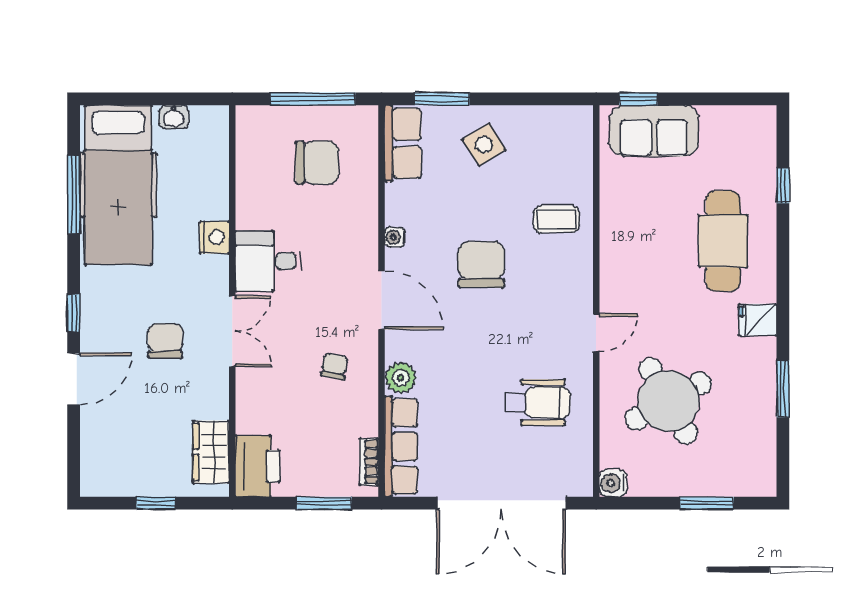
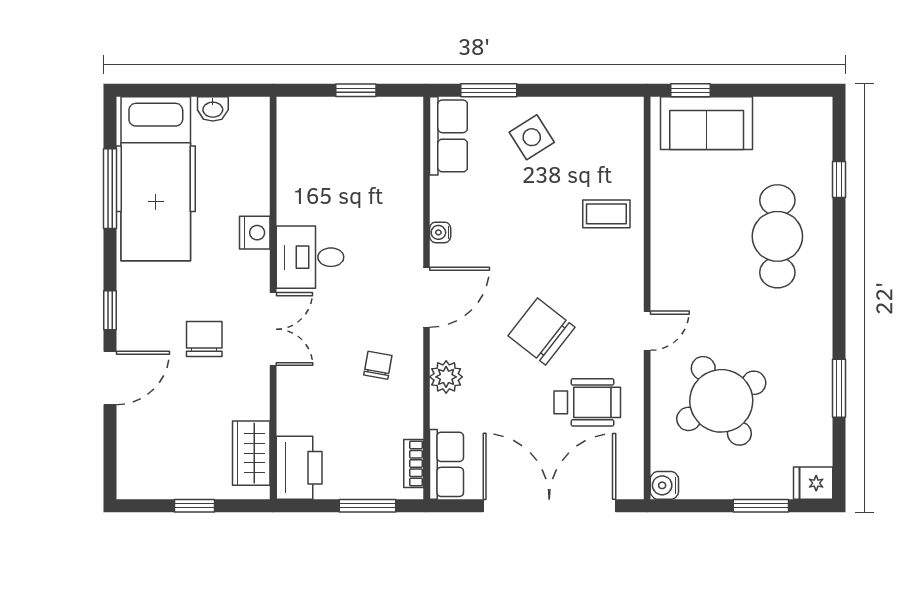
window: (313, 99) -> (356, 90), width x0.46
chair: (317, 163) -> (360, 156), removed
chair: (481, 265) -> (541, 331), moved, turned -52
door: (382, 300) -> (427, 297), hinge flipped
fridge: (758, 320) -> (813, 483), moved
row of seats: (401, 447) -> (446, 464), width x0.68
double door: (501, 503) -> (549, 506), swing flipped

